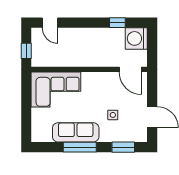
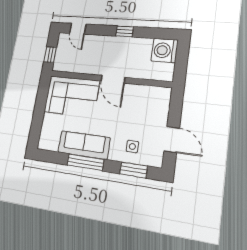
window: (117, 23) -> (125, 31), moved
door: (130, 69) -> (113, 79), moved
side table: (113, 115) -> (132, 146), moved

